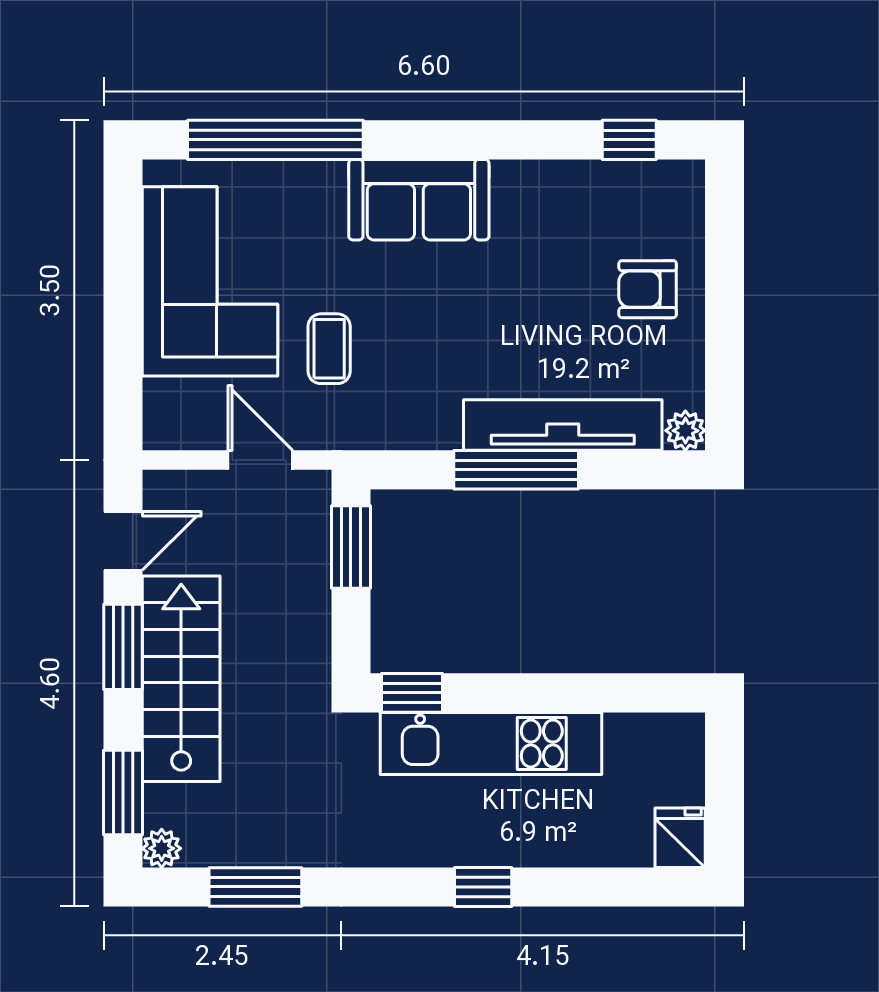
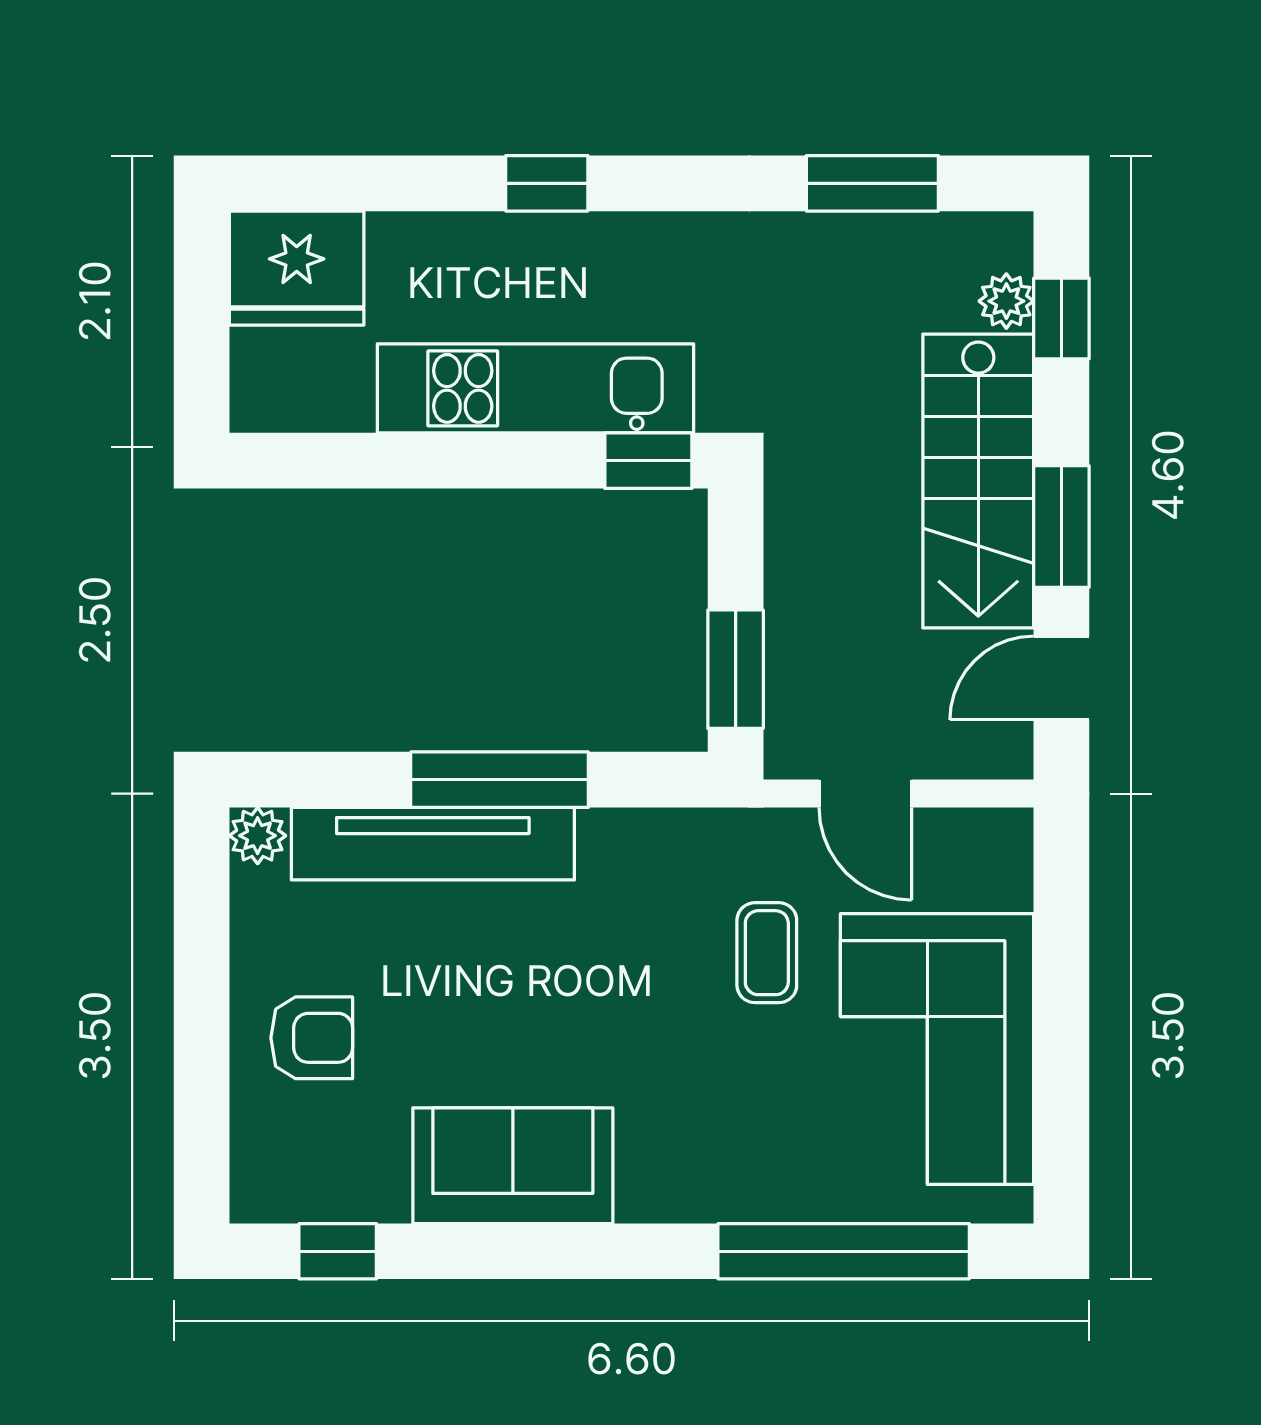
sofa: (419, 200) -> (513, 1166), moved
window: (123, 792) -> (1061, 318), width x0.67
fridge: (680, 838) -> (297, 268), width x1.88, depth x1.34
plant: (162, 848) -> (1006, 301), moved

